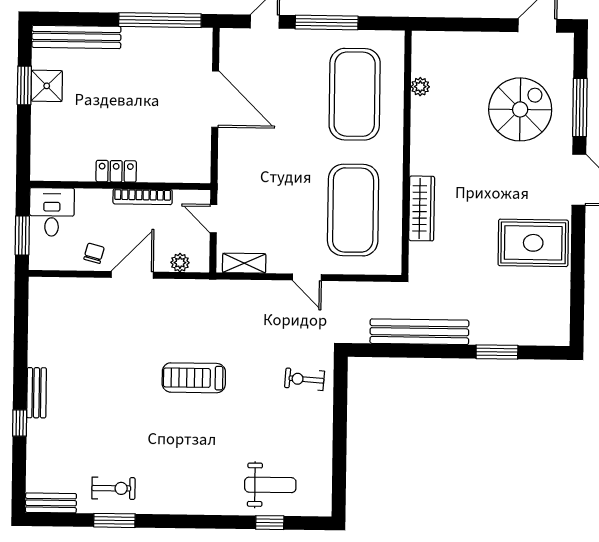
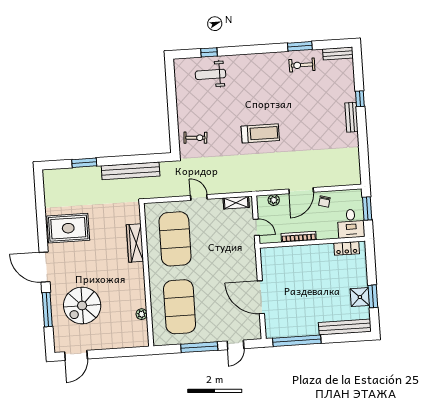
locker: (116, 171) -> (347, 248), moved

